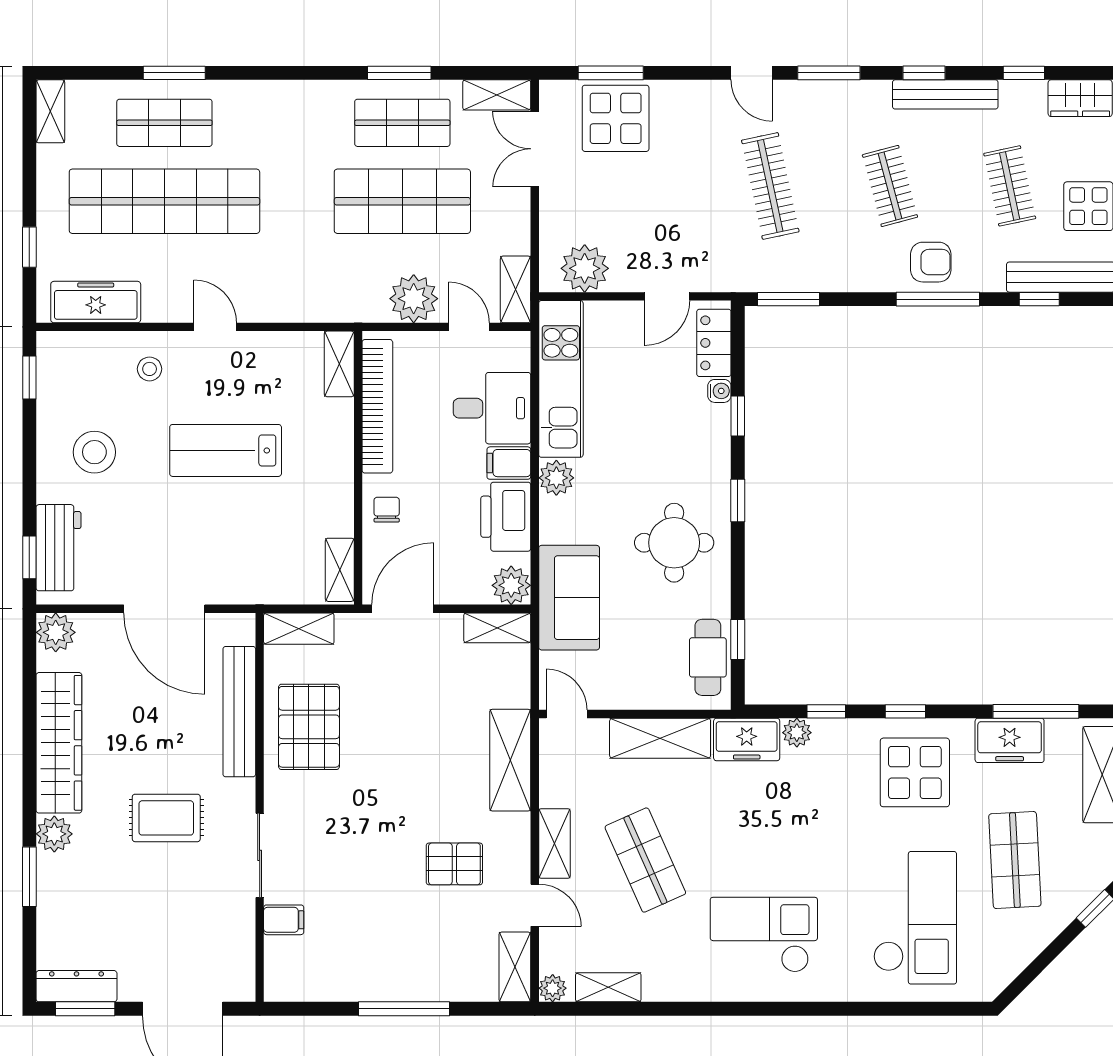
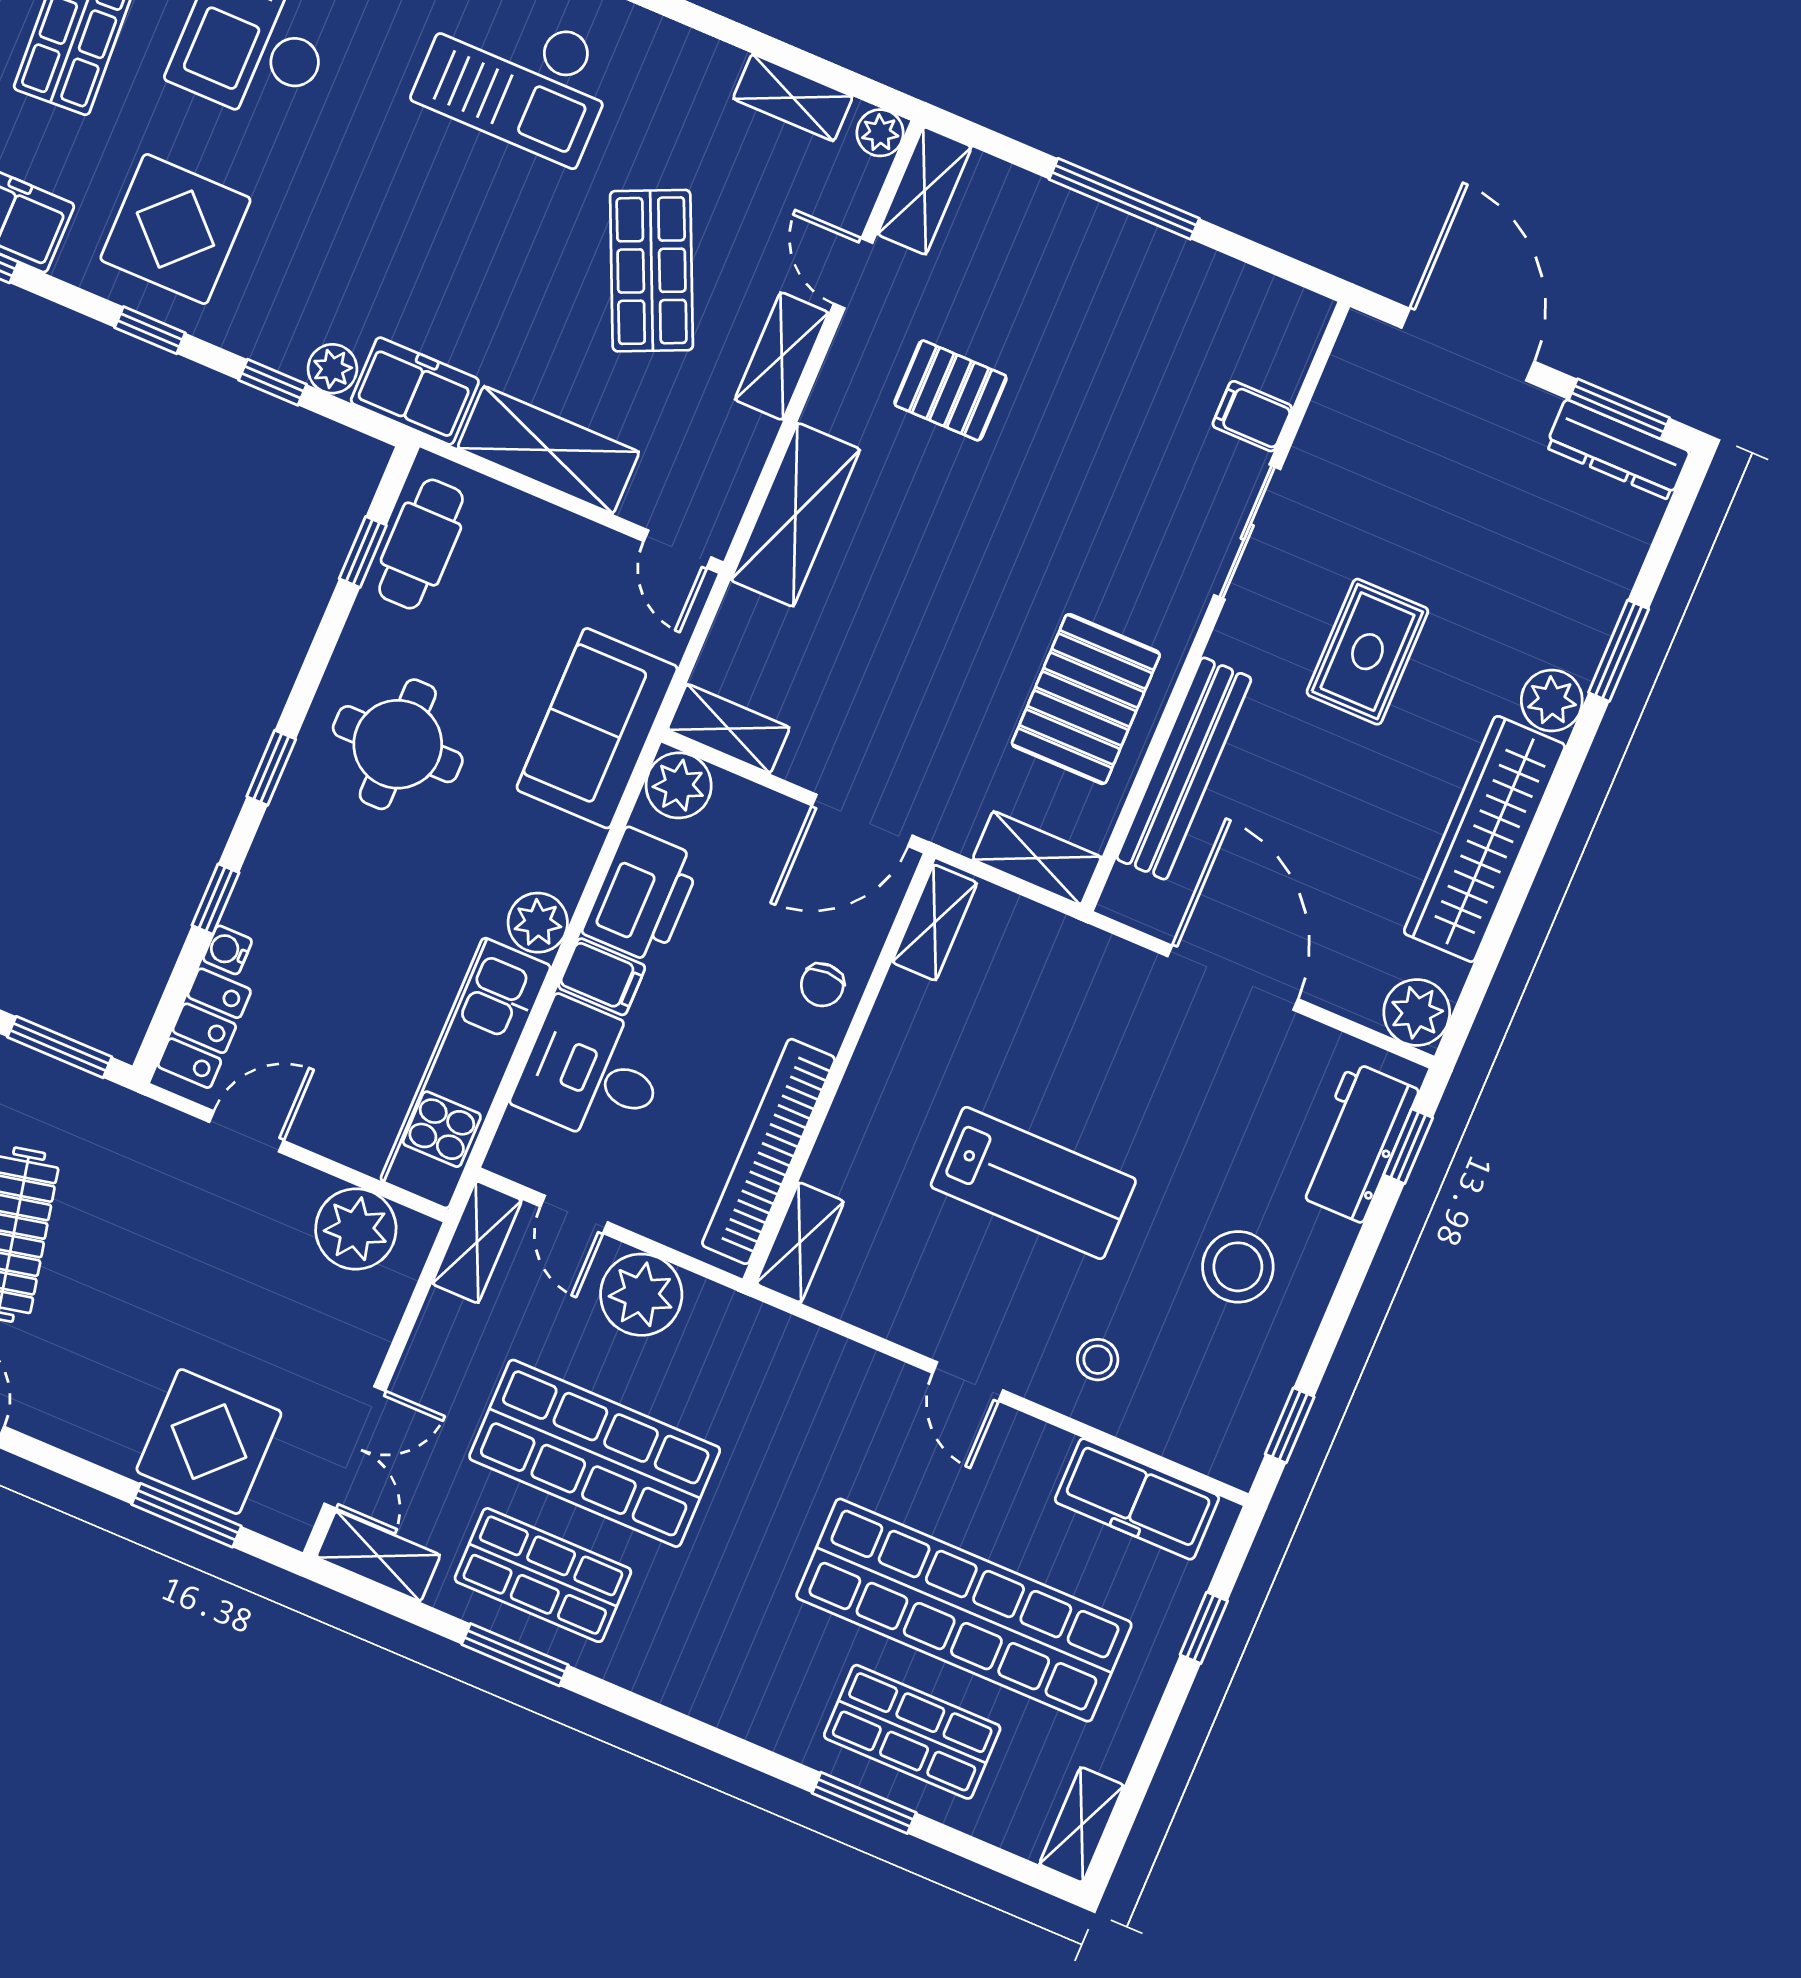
rug: (166, 818) -> (1367, 652), turned 90

